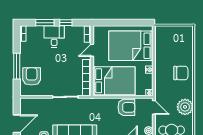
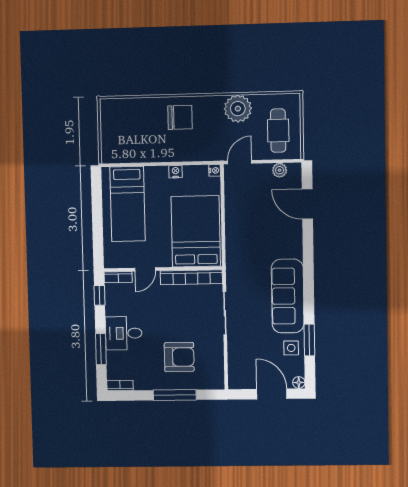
window: (66, 23) -> (99, 295), moved
bed: (131, 46) -> (127, 204), width x0.67
door: (92, 50) -> (145, 269), hinge flipped
chair: (181, 73) -> (180, 117), turned 90
armchair: (32, 76) -> (179, 357), moved, turned 180
armchair: (126, 107) -> (241, 209), removed

